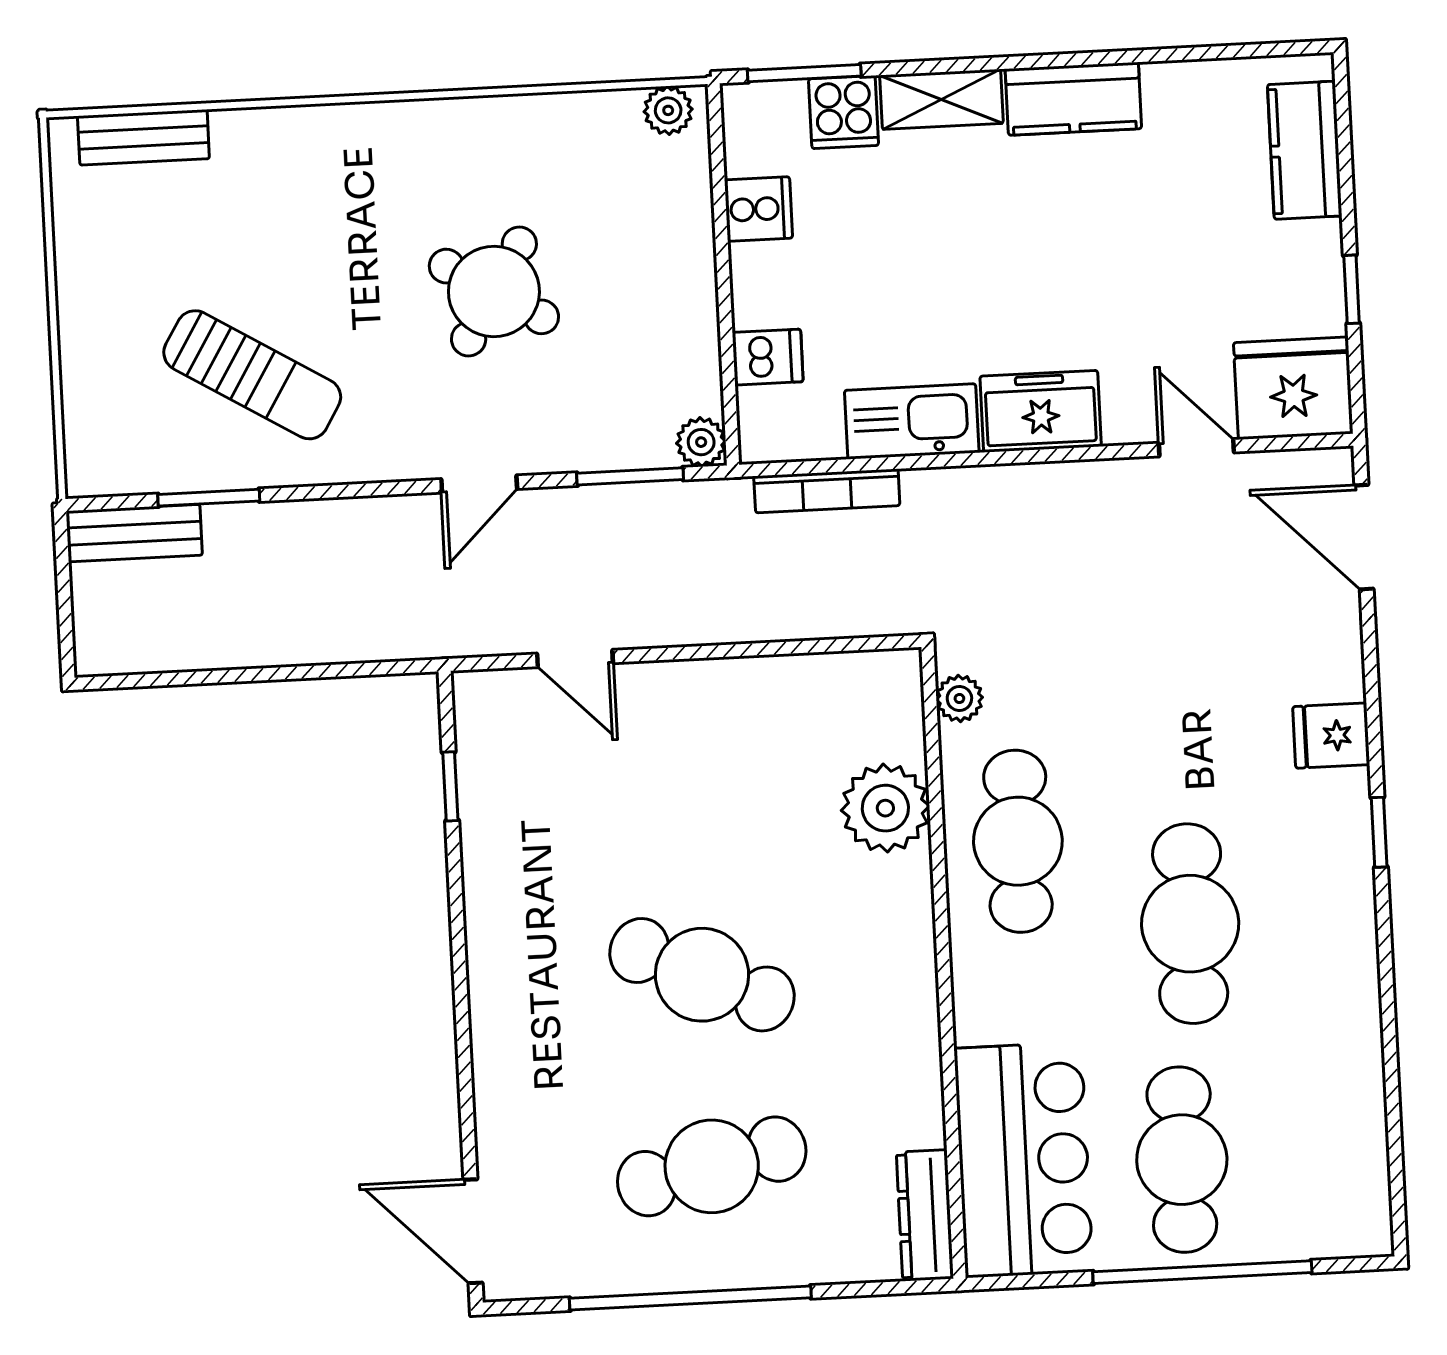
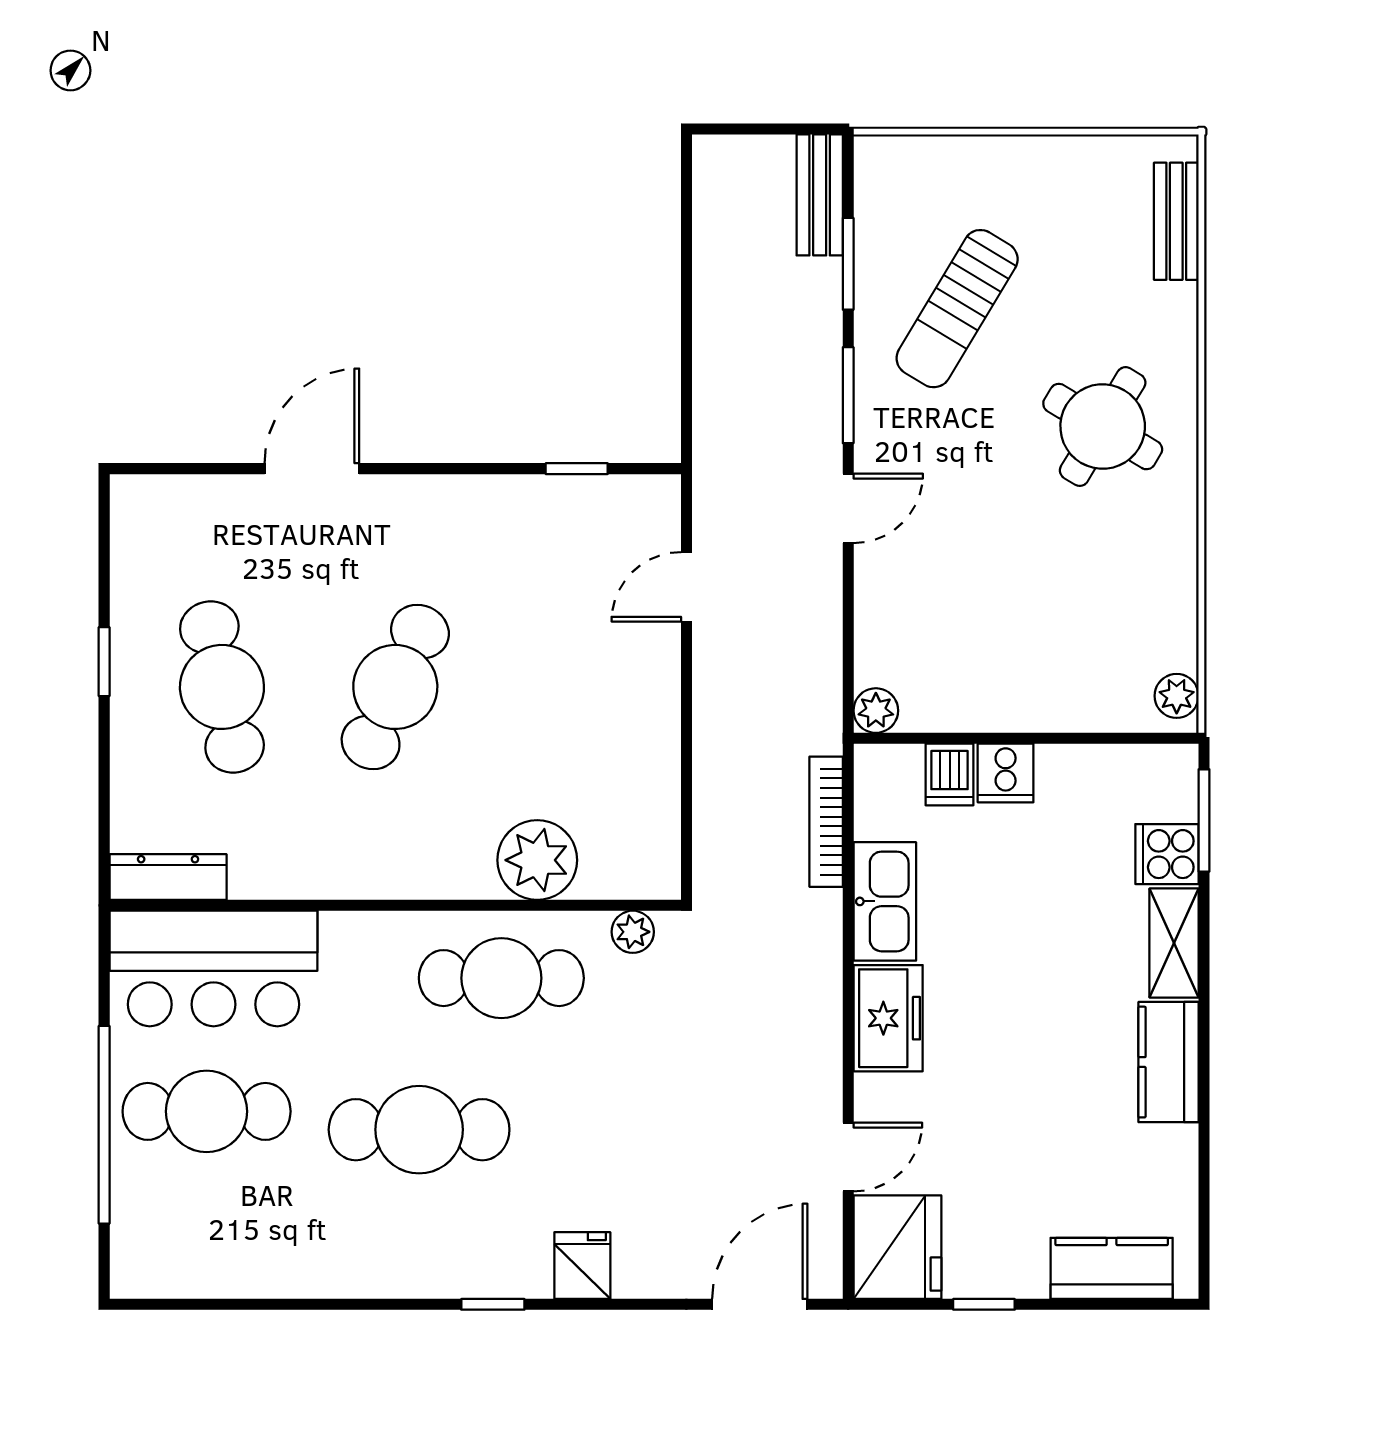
cooker: (759, 209) -> (1006, 773), moved
round table: (494, 291) -> (1103, 427), moved
window: (630, 476) -> (848, 395), moved
door: (479, 484) -> (848, 508), swing flipped
door: (473, 1231) -> (312, 469), moved
window: (690, 1298) -> (104, 662), width x0.32

